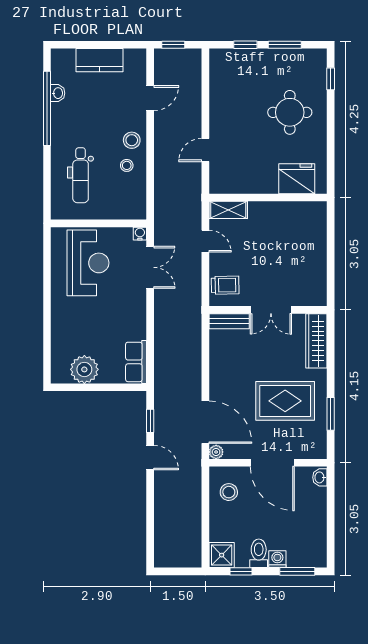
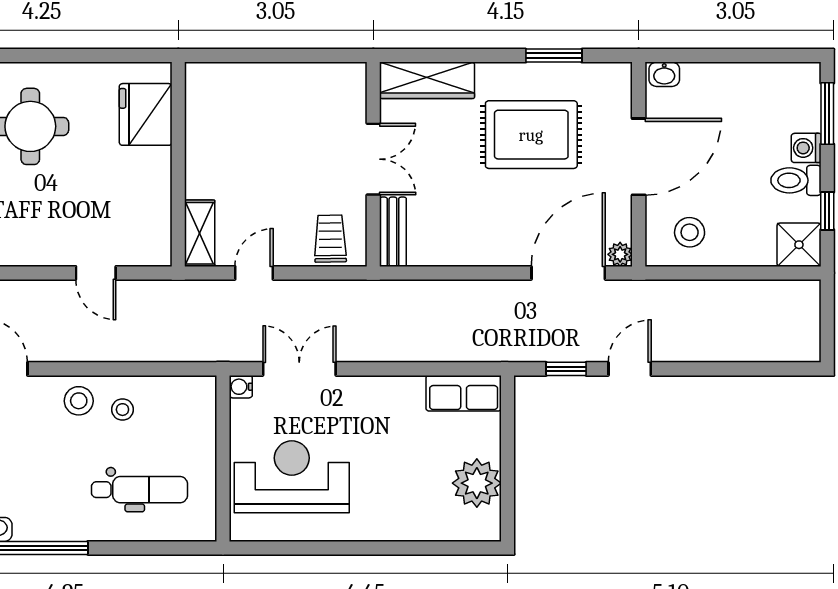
rug: (285, 401) -> (531, 135), turned 90

